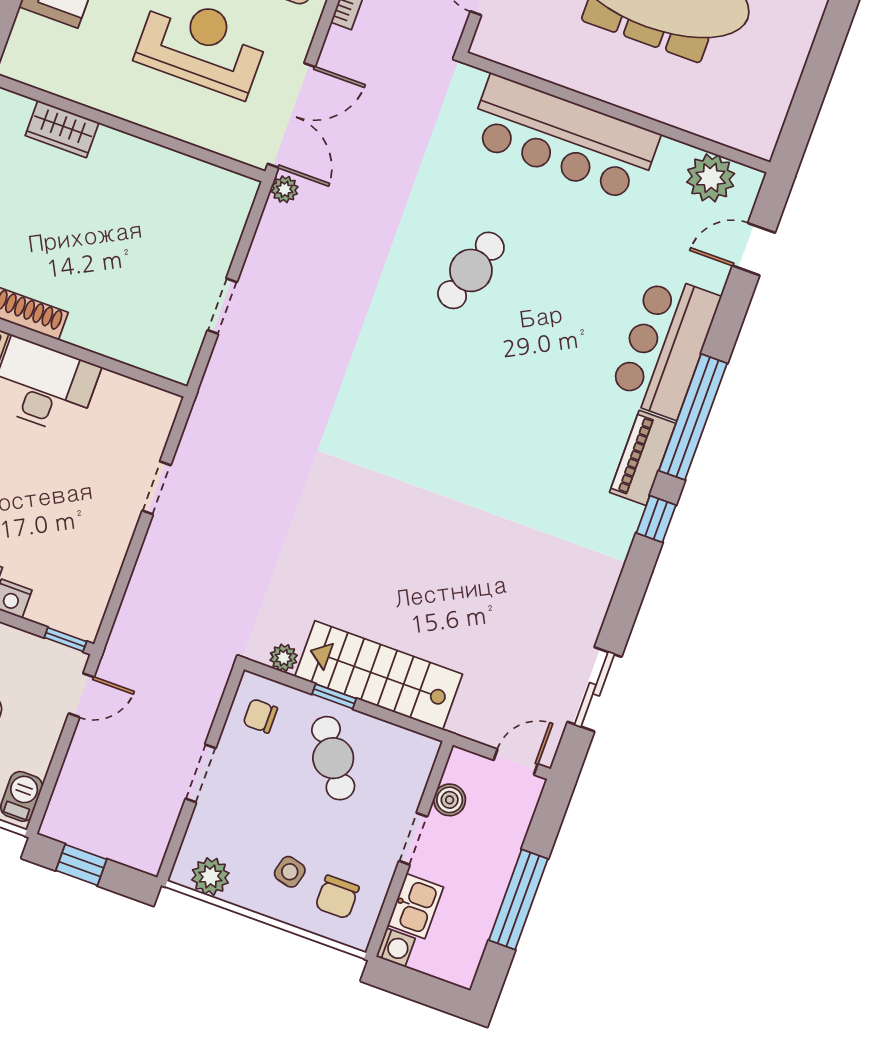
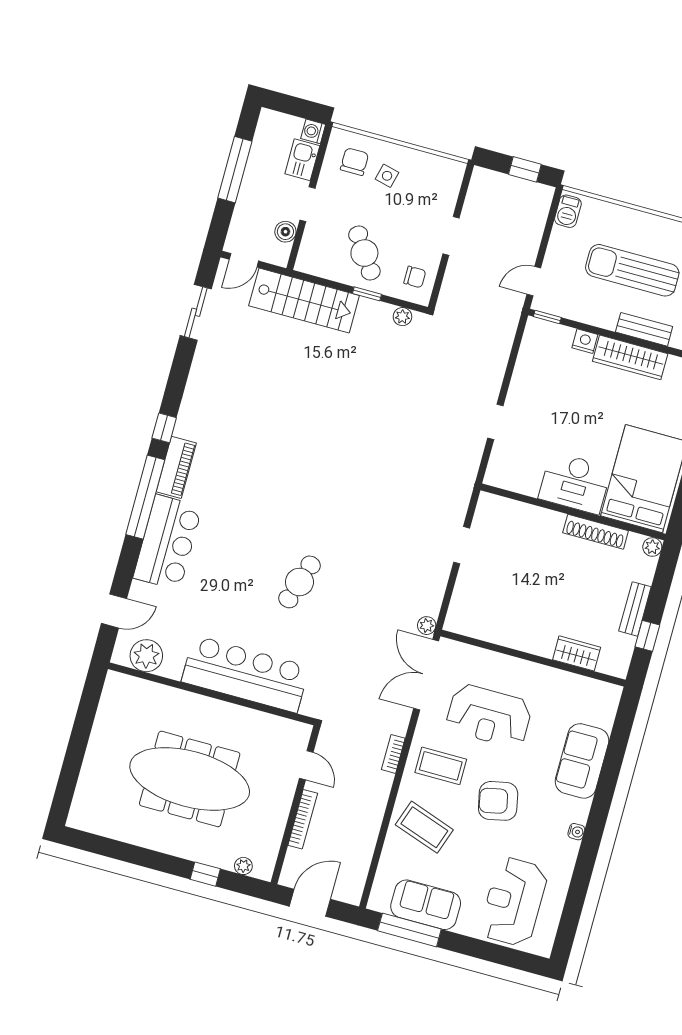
stairs: (379, 675) -> (304, 301), moved
plant: (210, 876) -> (439, 168), removed

